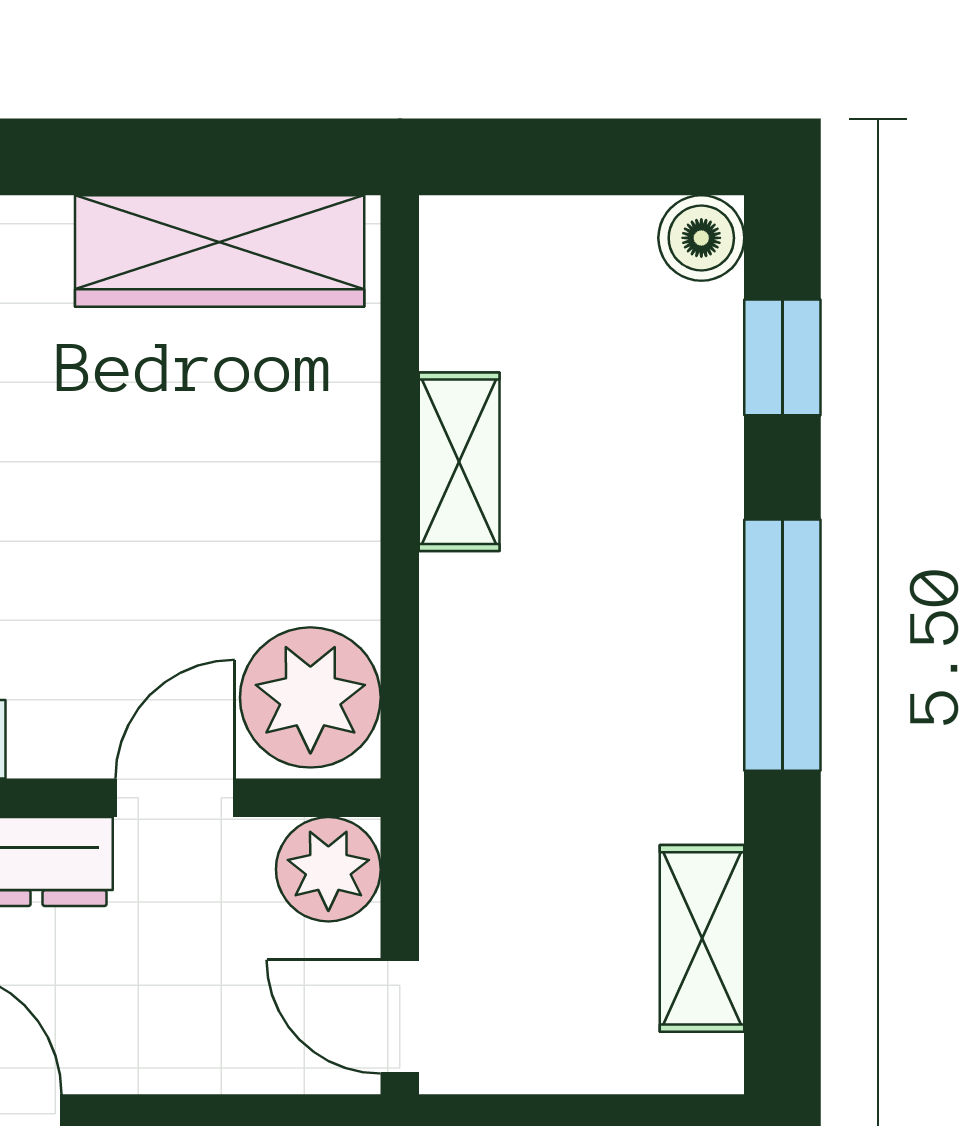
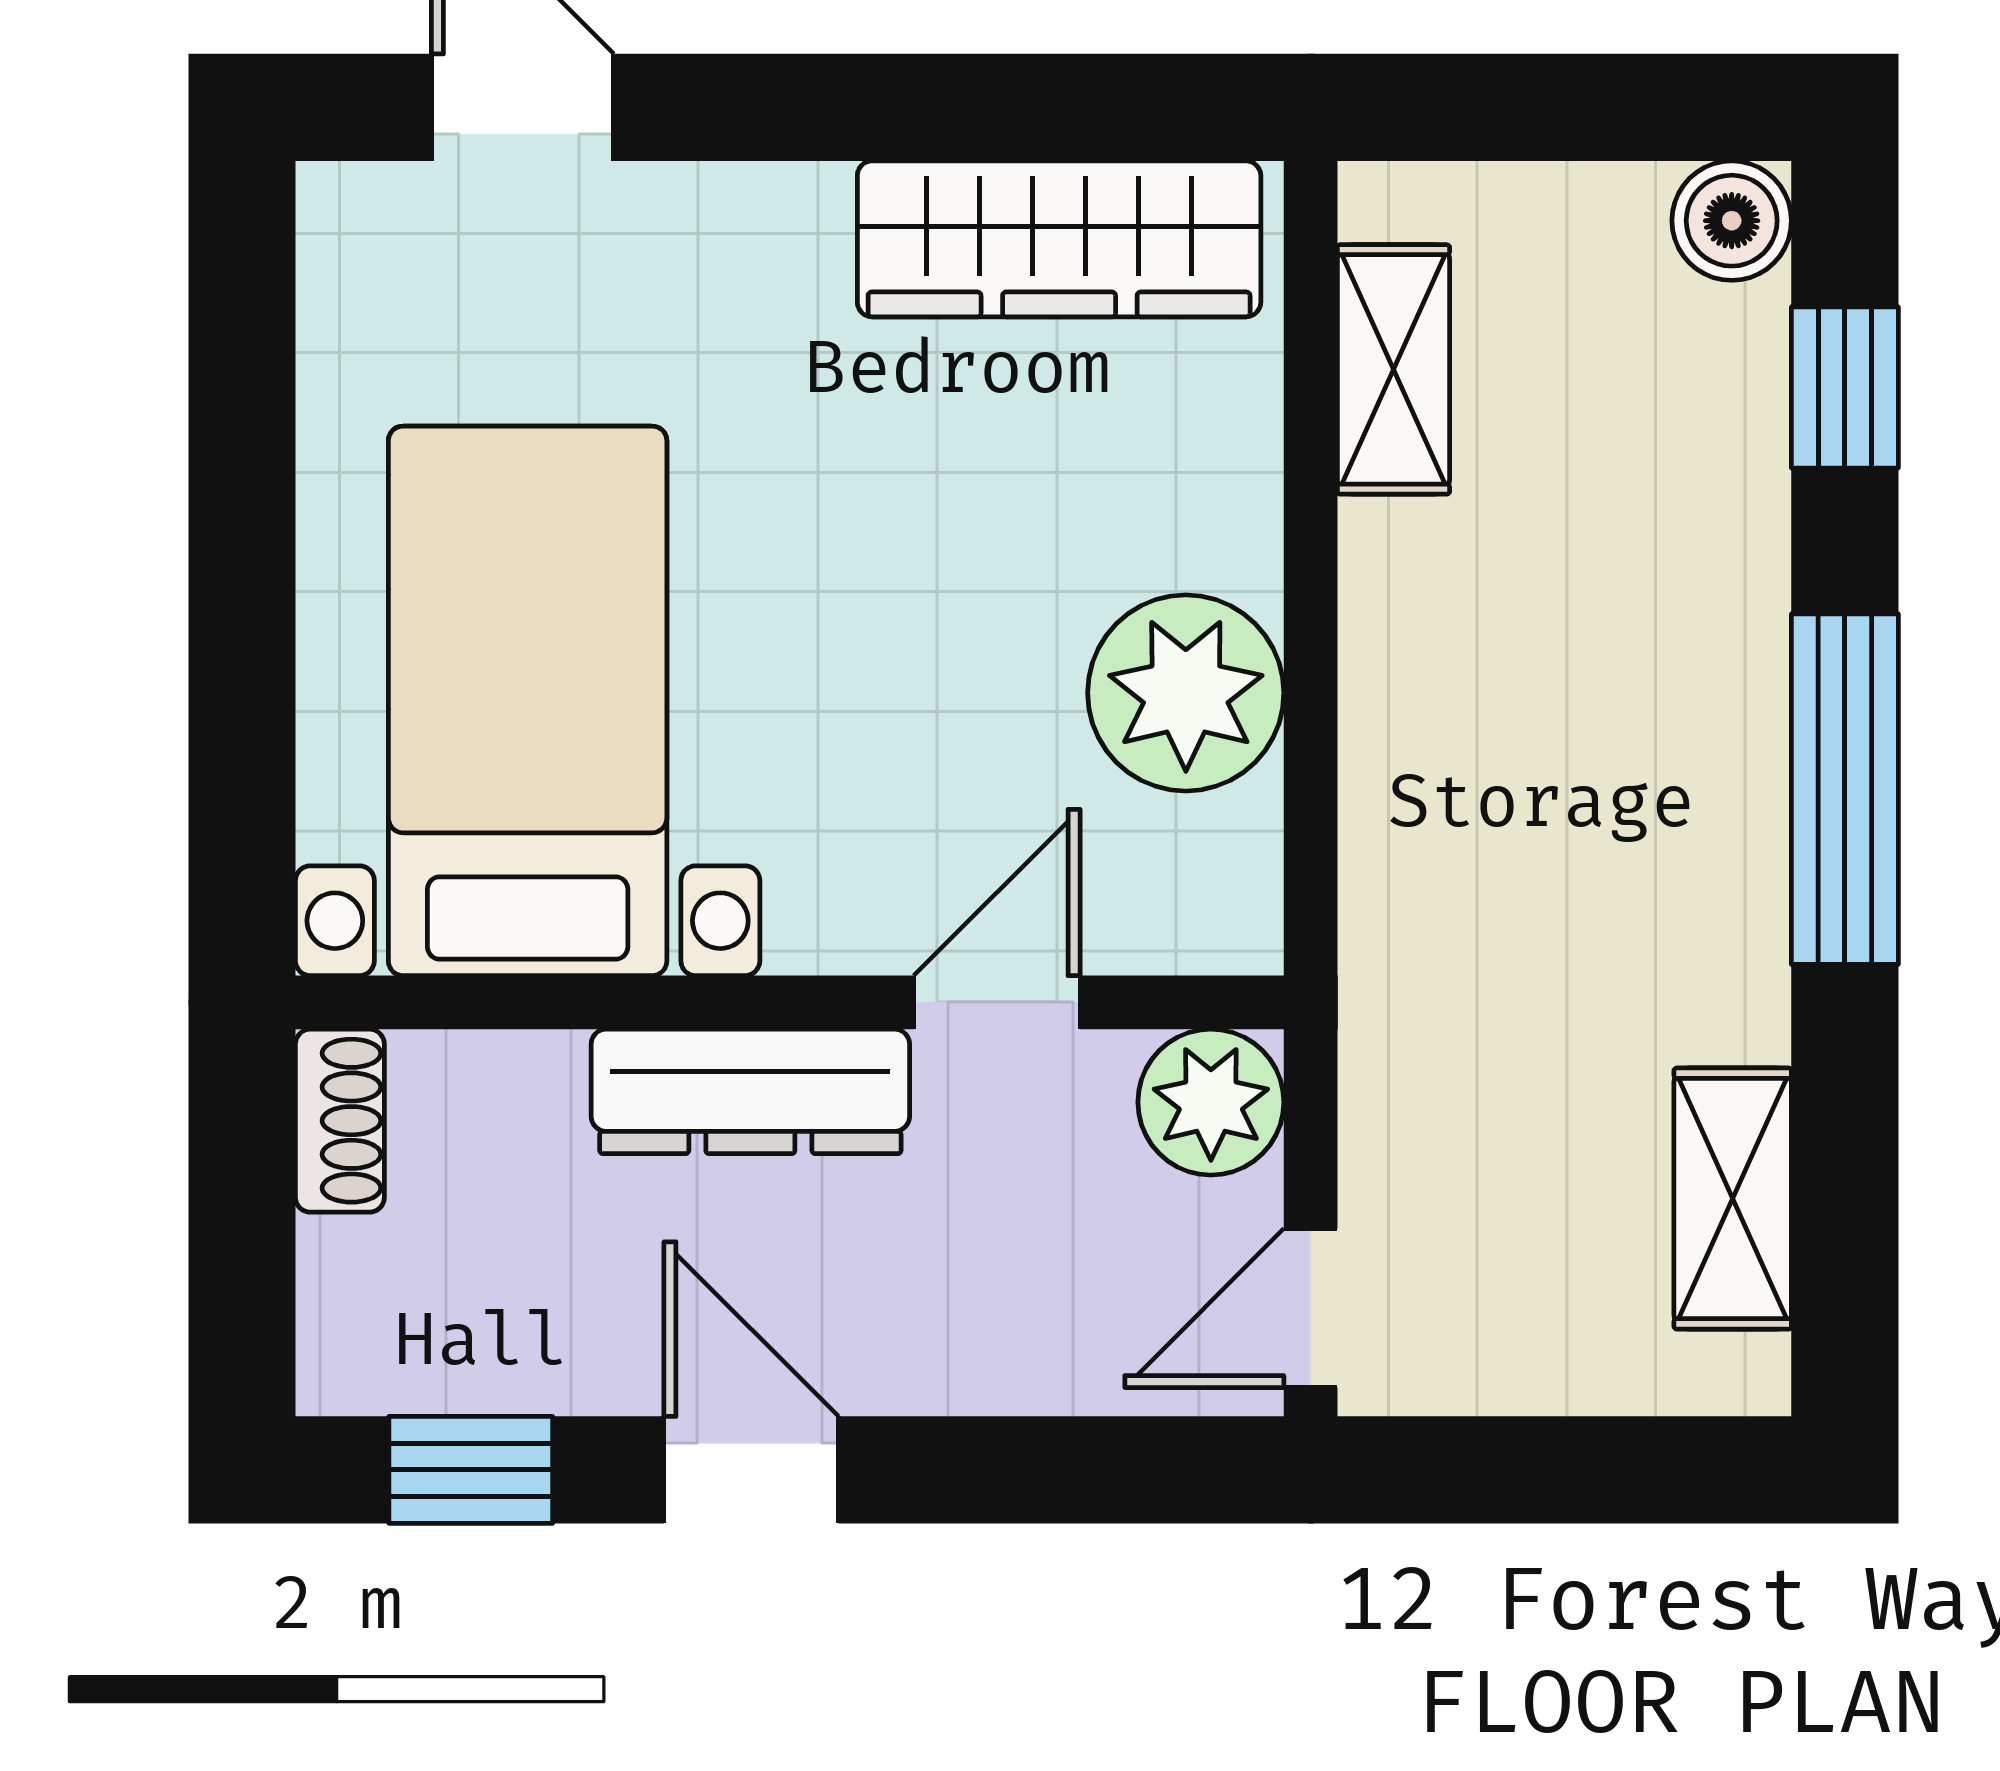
shelving: (459, 462) -> (1393, 369), moved
plant: (310, 697) -> (1186, 693), moved
door: (400, 1017) -> (1311, 1308), hinge flipped

